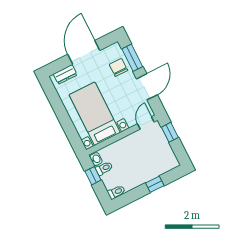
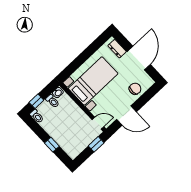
door: (84, 52) -> (139, 58), hinge flipped
window: (132, 58) -> (146, 97), removed
window: (93, 176) -> (36, 101), moved

